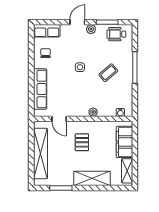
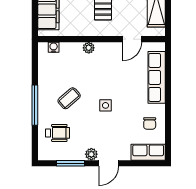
wheelchair: (116, 34) -> (57, 133), moved
door: (59, 119) -> (132, 39), swing flipped

